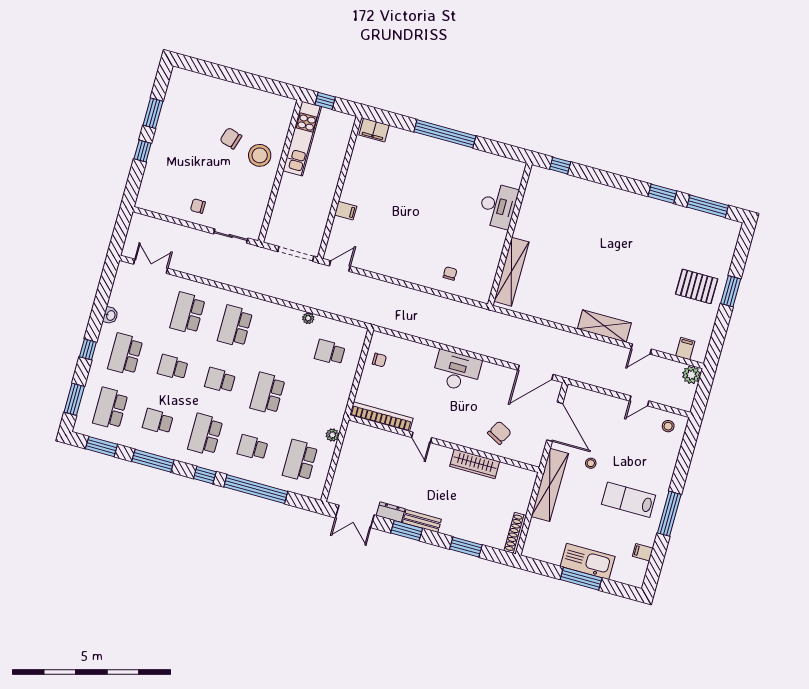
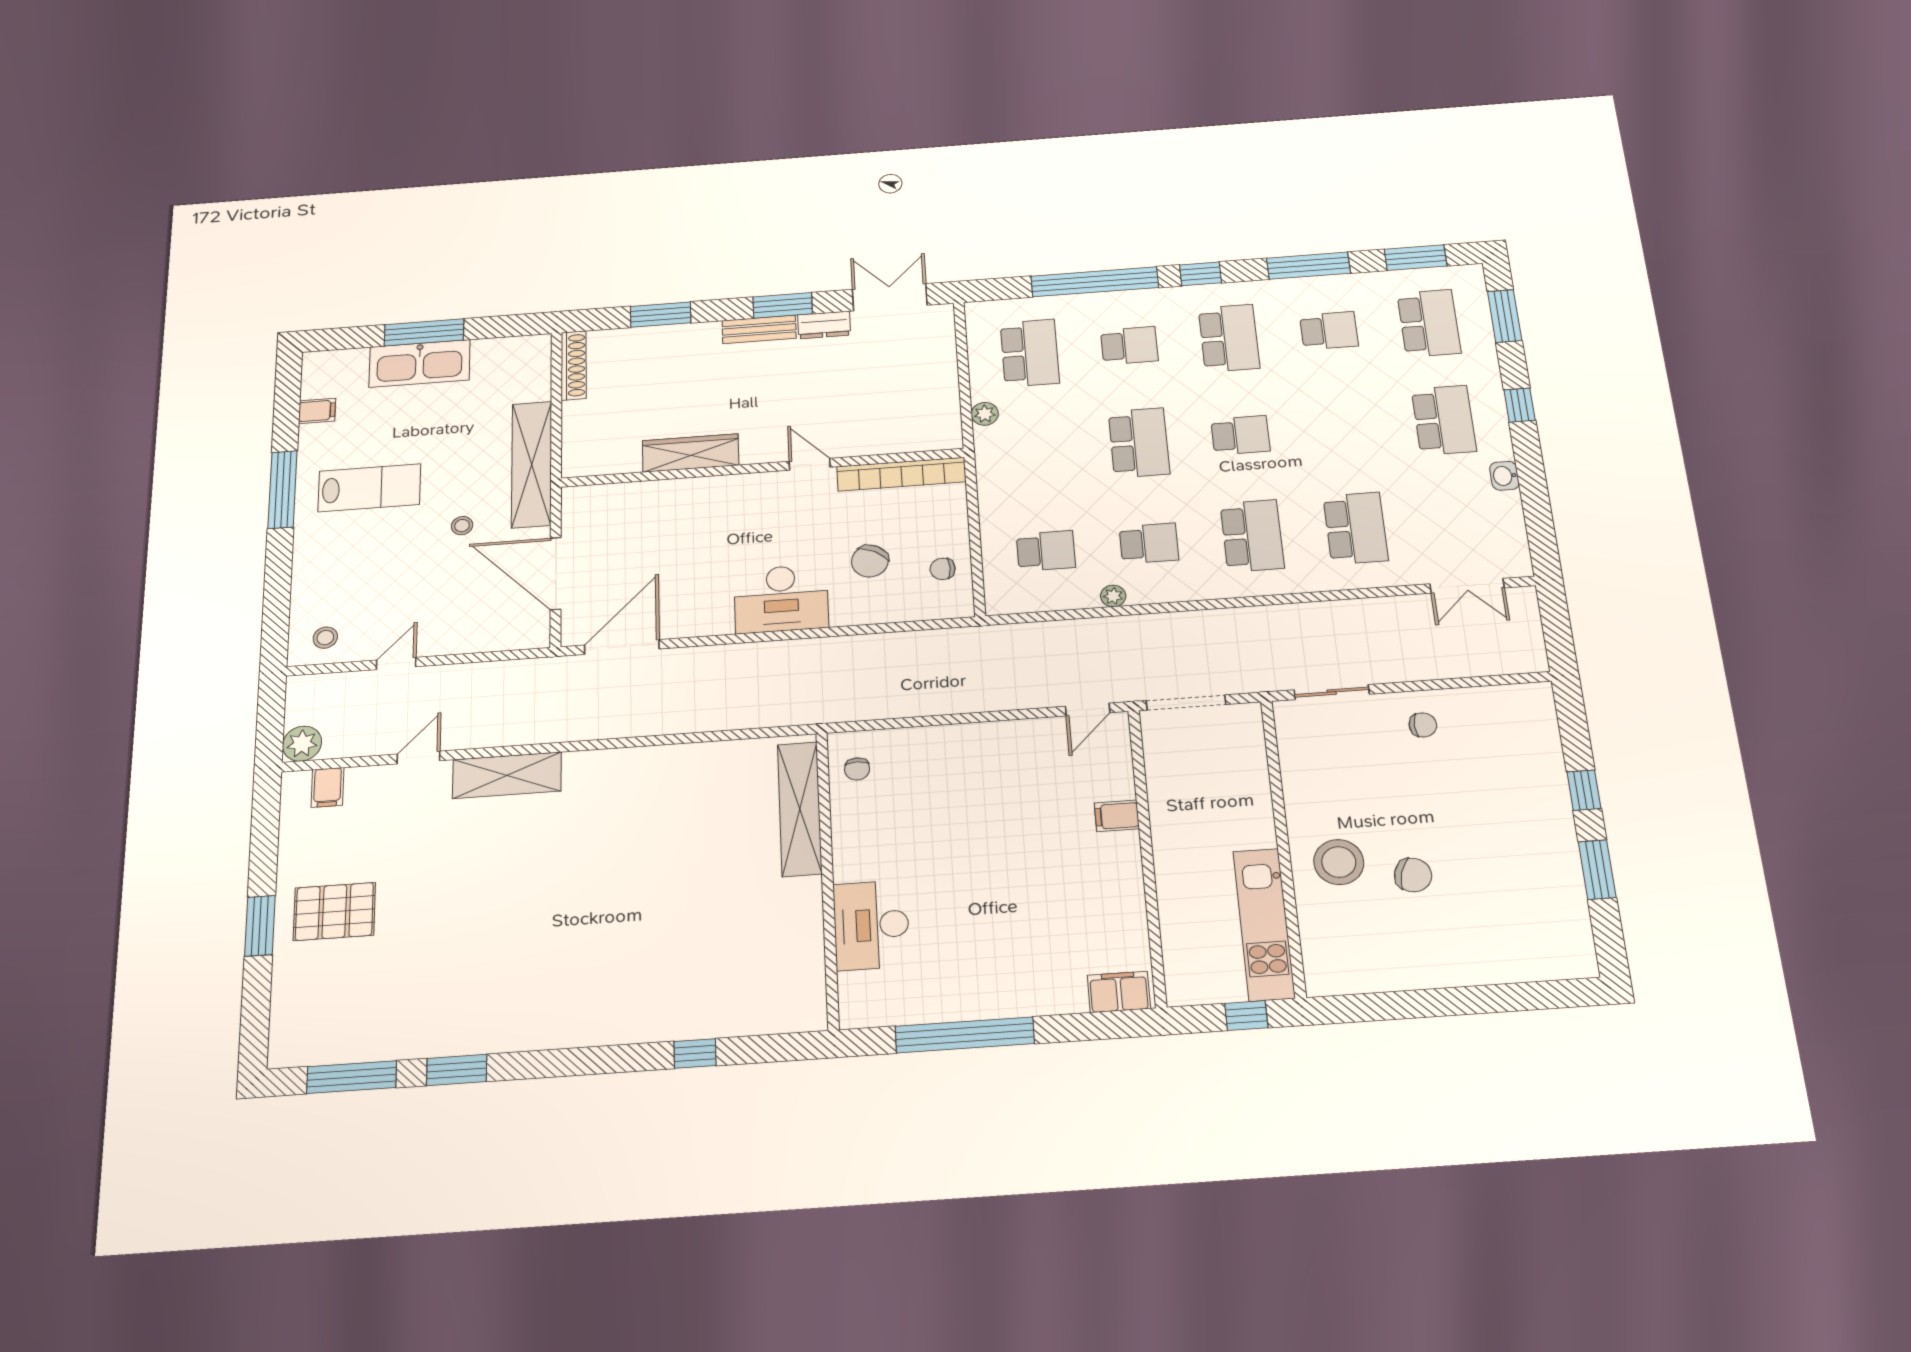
desk: (498, 206) -> (871, 925), moved
wall: (510, 234) -> (827, 878), moved
shelving: (511, 272) -> (800, 809), moved
school desk: (173, 367) -> (1149, 543), moved
chair: (499, 433) -> (870, 561), moved

